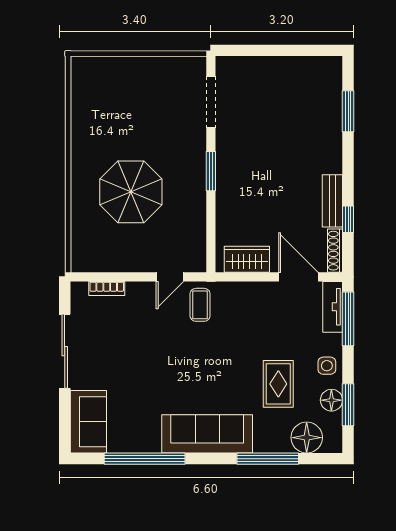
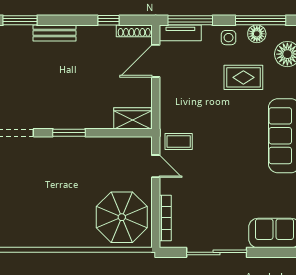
parasol: (131, 192) -> (122, 217), moved
bench: (332, 201) -> (55, 33), moved
wardrobe: (247, 259) -> (132, 118), moved, turned 90
bookcase: (107, 288) -> (165, 218), width x1.56
window: (348, 405) -> (261, 20), width x1.44

